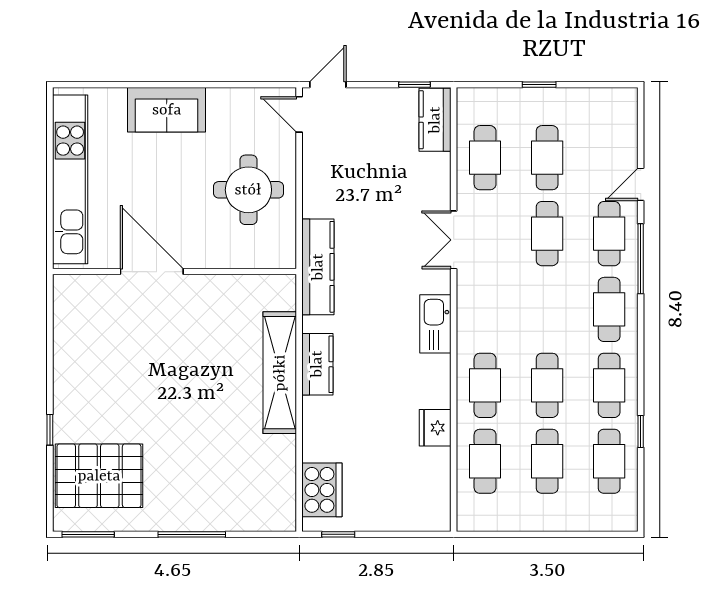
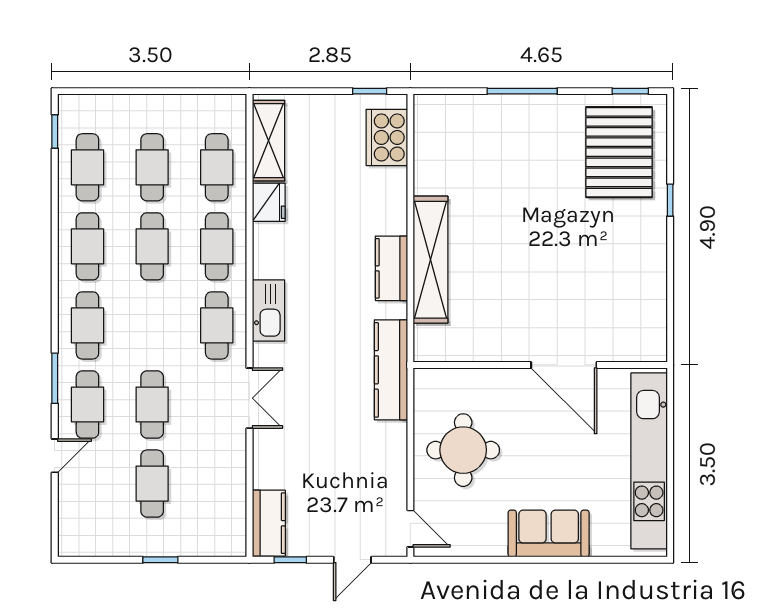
door: (328, 85) -> (352, 560), moved
cafe table: (485, 158) -> (217, 325), moved
window: (641, 259) -> (55, 378), width x0.69
window: (641, 432) -> (55, 132), moved
pallet: (99, 476) -> (619, 152), turned 90
shelving: (435, 487) -> (268, 141), added
window: (88, 534) -> (630, 91), width x0.67

